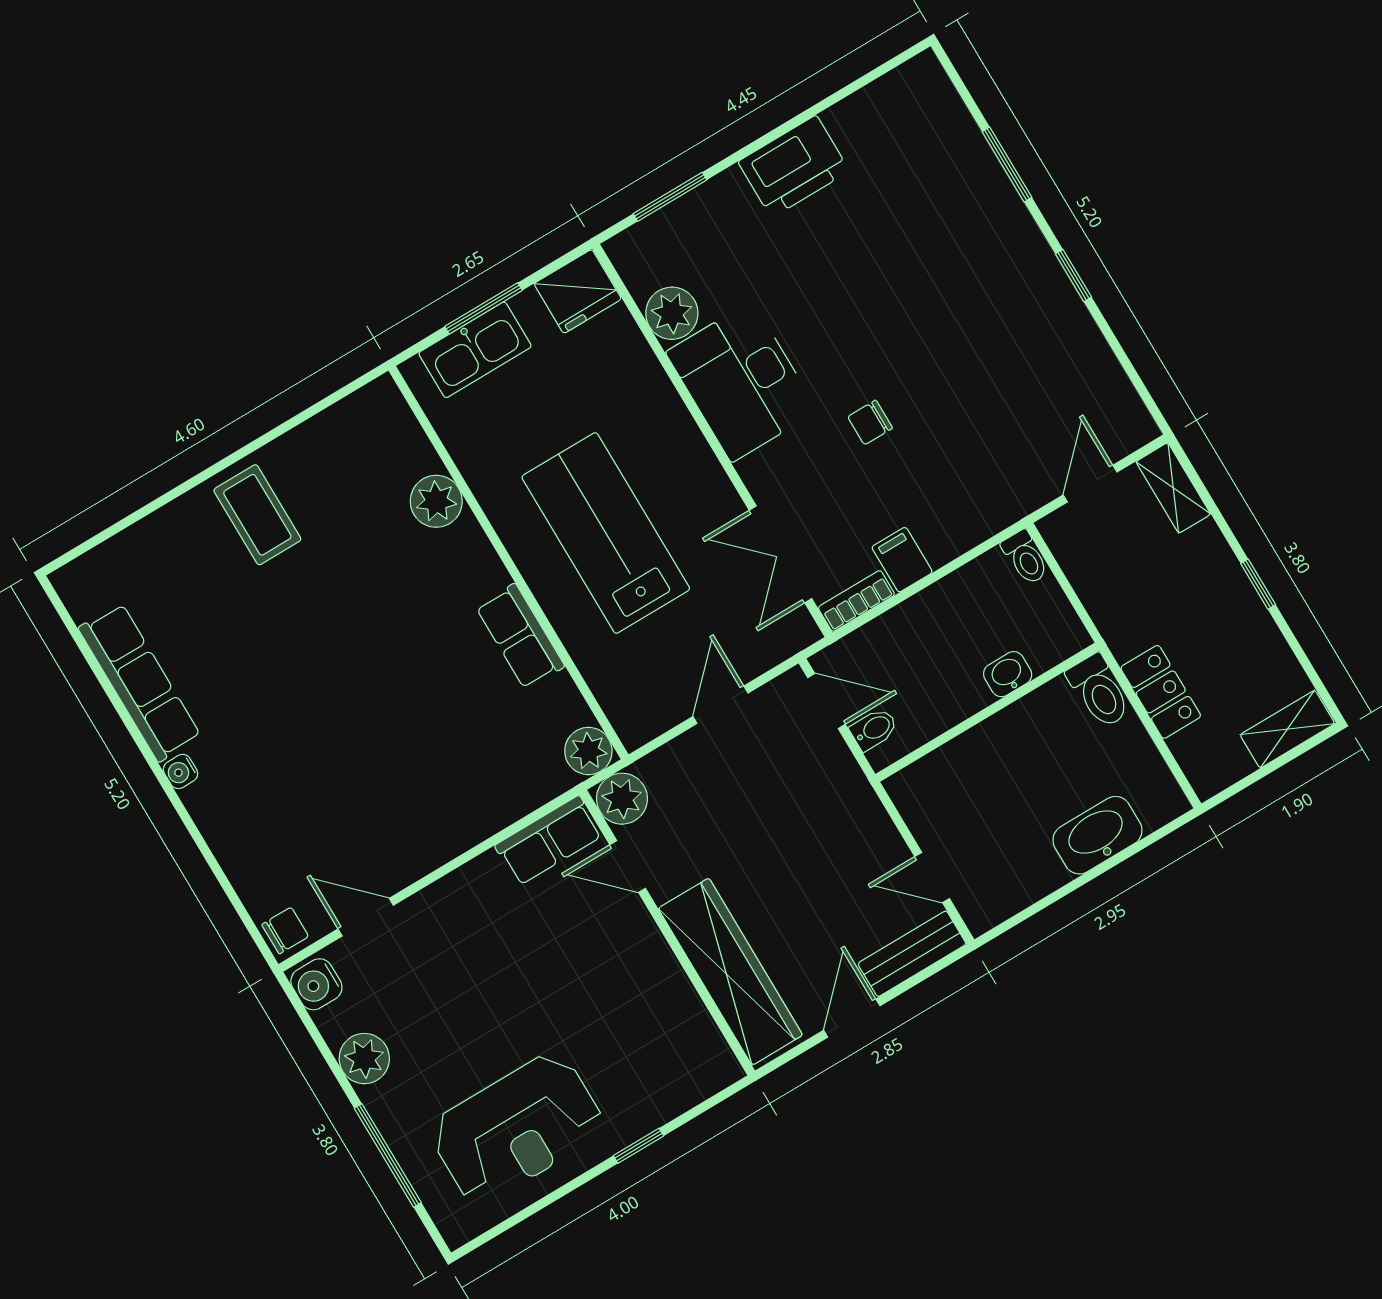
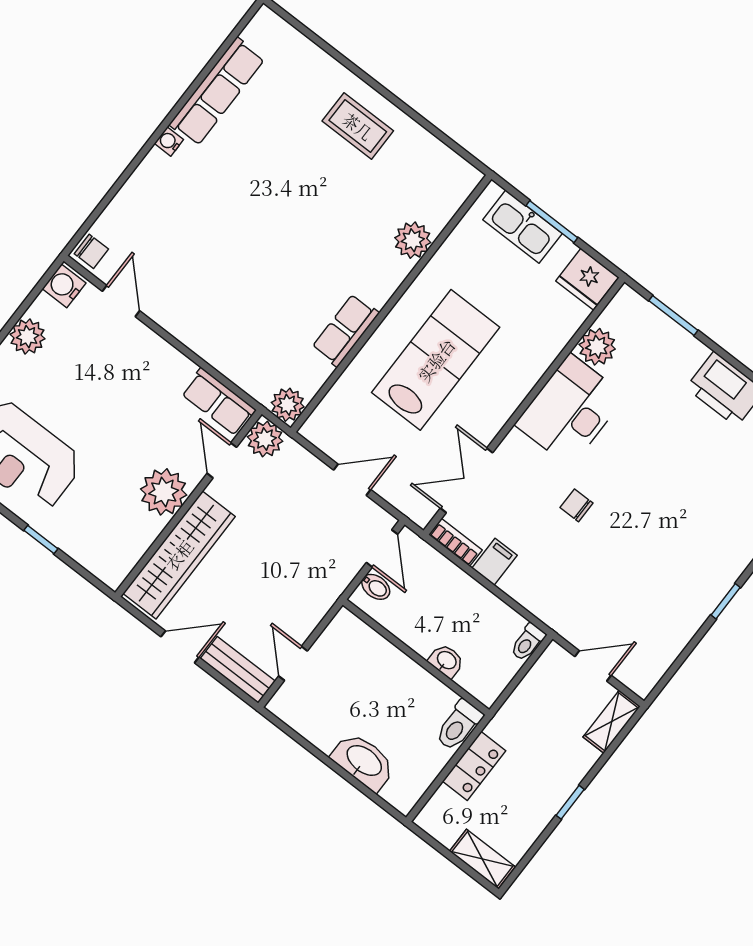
coffee table: (257, 515) -> (358, 126), turned 90
plant: (639, 959) -> (164, 492), added

